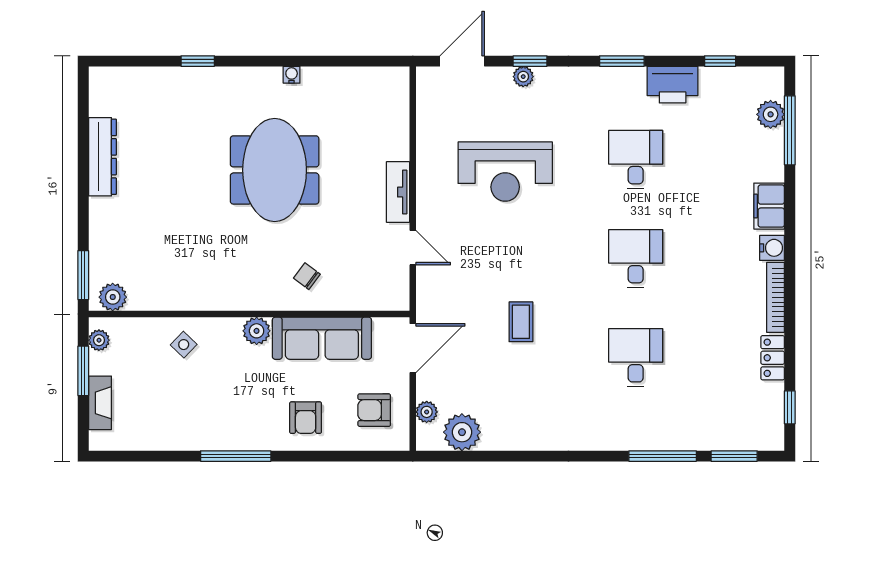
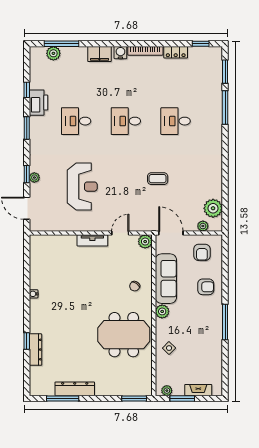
window: (720, 61) -> (27, 90), moved
dresser: (181, 79) -> (36, 350), added
window: (83, 133) -> (63, 398), added
meeting table: (275, 170) -> (124, 335), moved
plant: (113, 297) -> (145, 242), moved

